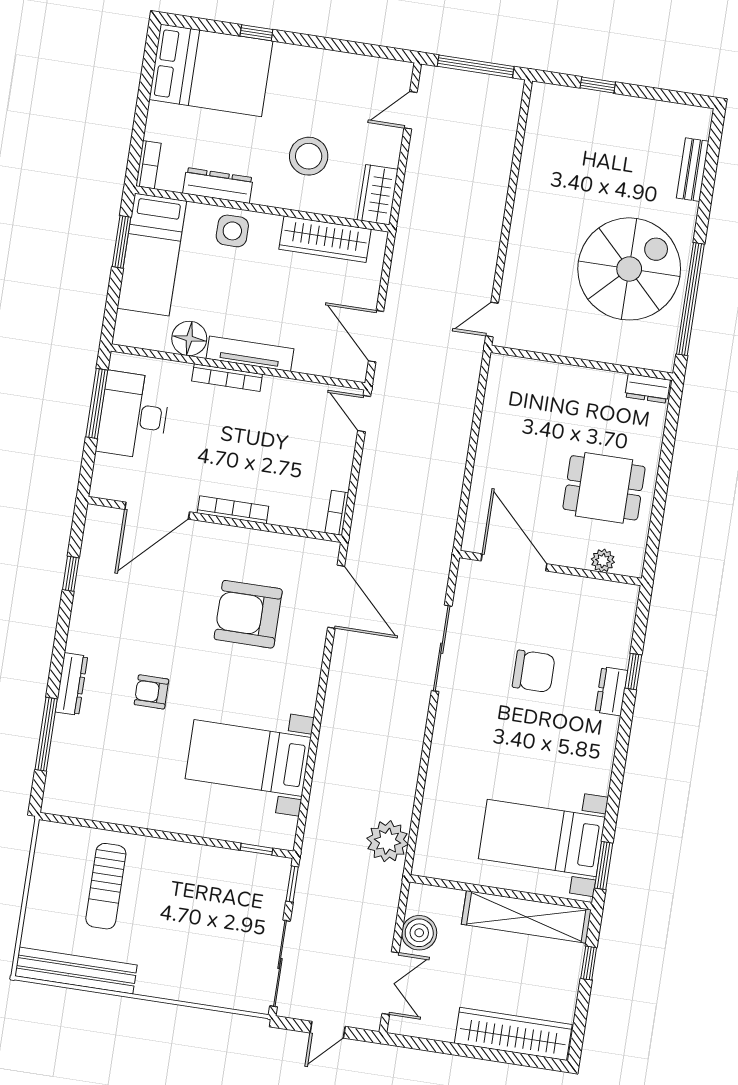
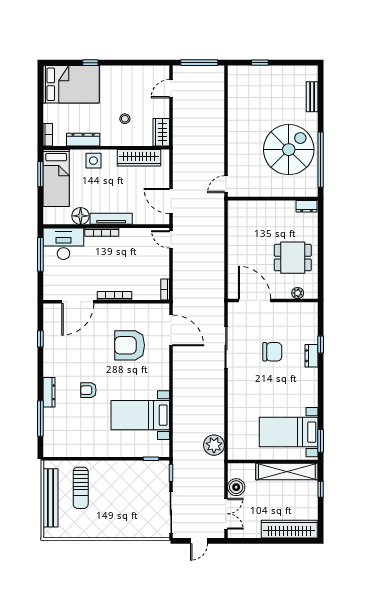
stool: (309, 156) -> (125, 119), width x0.53, depth x0.53
desk: (133, 415) -> (63, 244), moved, turned 90
bench: (76, 971) -> (51, 498), moved, turned 90

